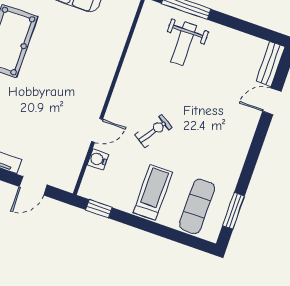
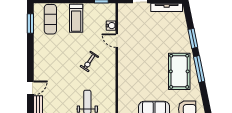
door: (97, 130) -> (117, 41), hinge flipped
exercise bike: (153, 131) -> (89, 62), moved

